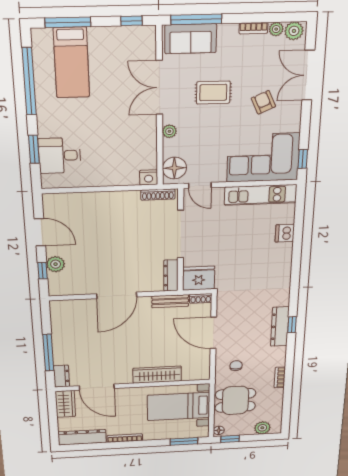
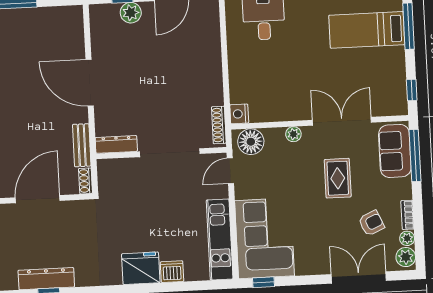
armchair: (263, 102) -> (371, 223), moved
fridge: (199, 278) -> (141, 268), moved, turned -90

